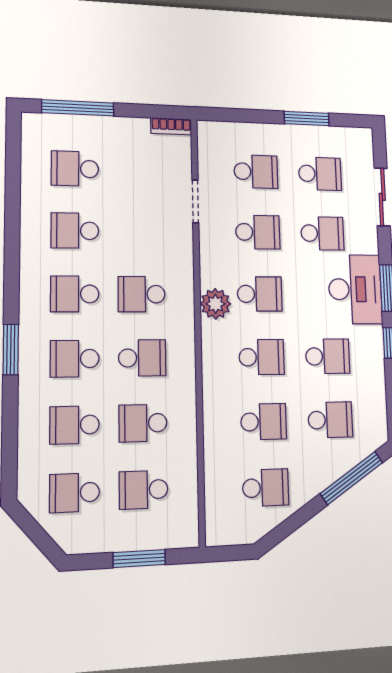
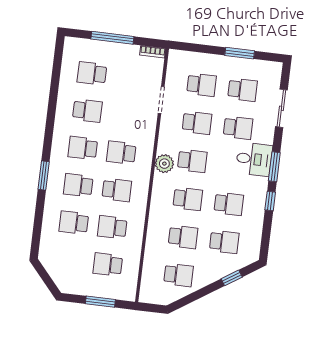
window: (78, 108) -> (112, 38), moved
school desk: (75, 231) -> (87, 111), turned 180
desk: (355, 289) -> (254, 159), width x0.73
window: (352, 478) -> (232, 278), width x0.46
school desk: (74, 493) -> (69, 260), removed

